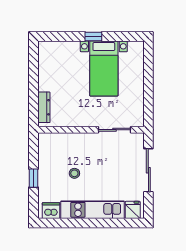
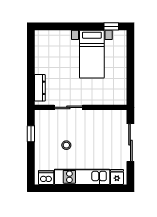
window: (93, 36) -> (111, 26), moved
sliding door: (114, 130) -> (68, 107), moved
window: (34, 178) -> (31, 134), moved

